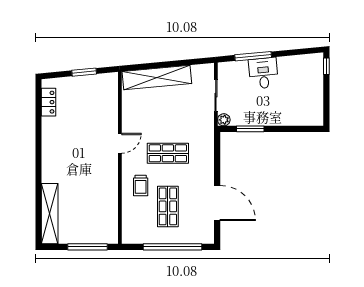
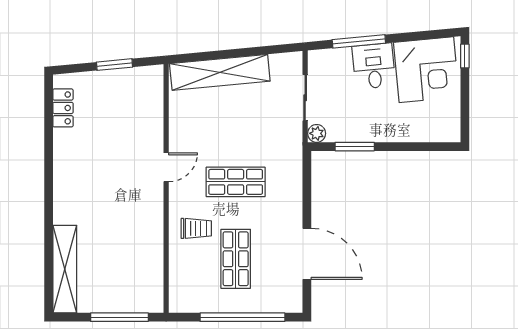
corner desk: (300, 76) -> (426, 70), added
trolley: (141, 185) -> (196, 228), turned -90

